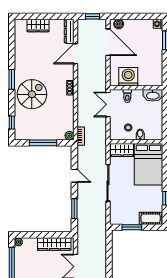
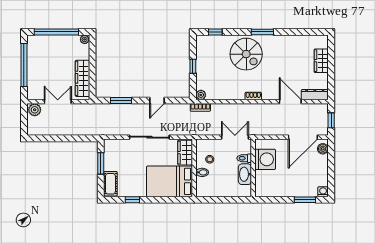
washbasin: (153, 95) -> (245, 174), moved
window: (43, 143) -> (193, 66), width x0.46

